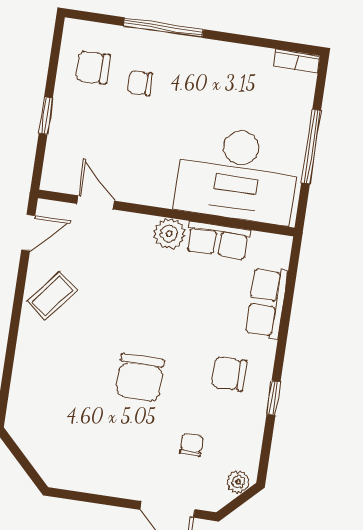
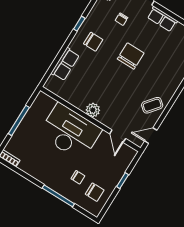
desk: (237, 175) -> (70, 132), moved
row of seats: (218, 240) -> (162, 19), moved, turned 180

